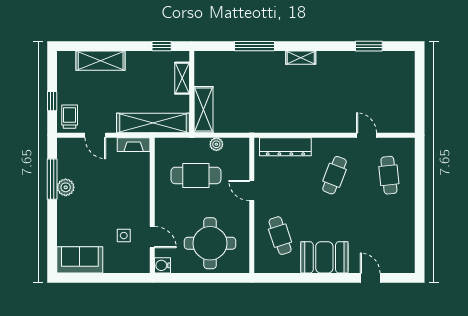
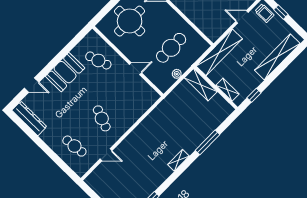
shelving: (101, 61) -> (277, 57), width x1.47
fireplace: (134, 145) -> (218, 32), removed
dresser: (285, 147) -> (29, 118), moved, turned 90

